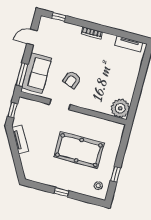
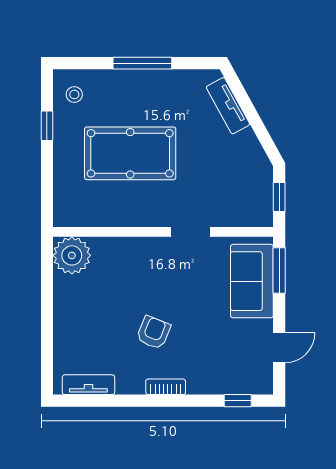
armchair: (72, 80) -> (154, 333), moved
tv unit: (20, 139) -> (228, 106), moved
window: (61, 192) -> (142, 63), width x2.17

